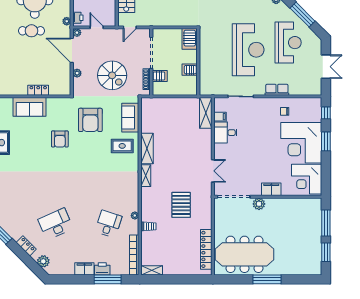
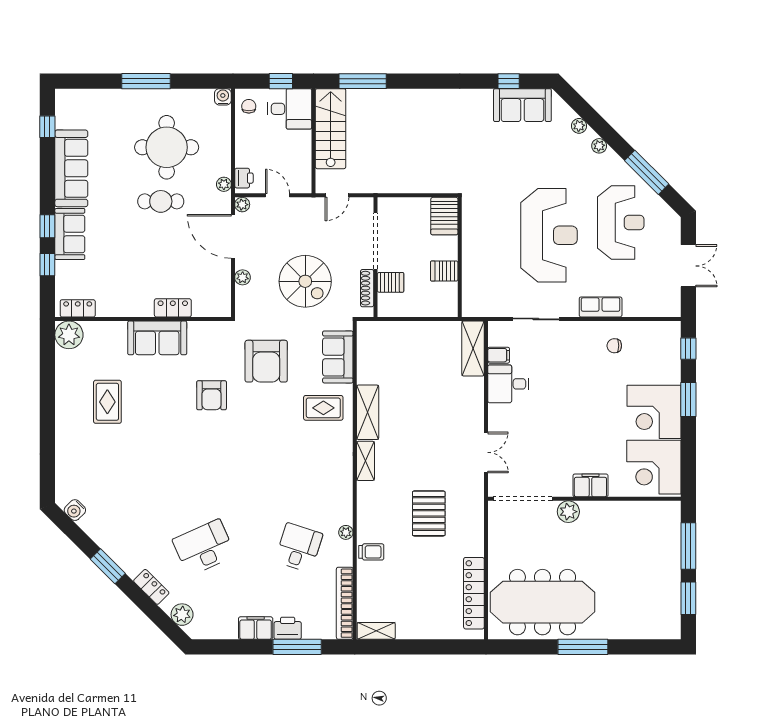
corner desk: (301, 143) -> (654, 412), width x0.74, depth x0.74

